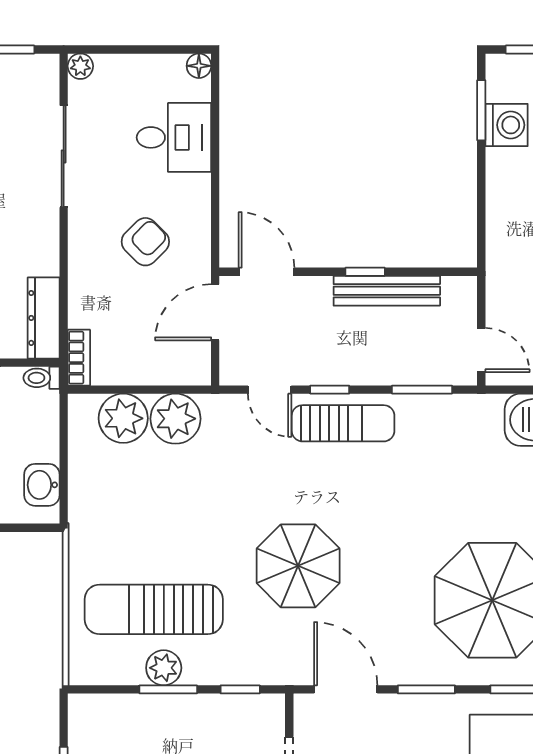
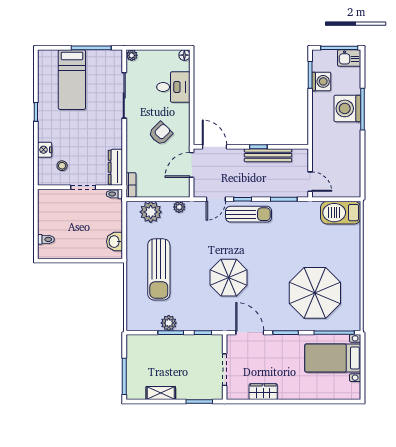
door: (270, 390) -> (216, 199), hinge flipped
plant: (175, 419) -> (179, 207), width x0.53, depth x0.53
sun lounger: (154, 609) -> (159, 269), moved, turned -90

